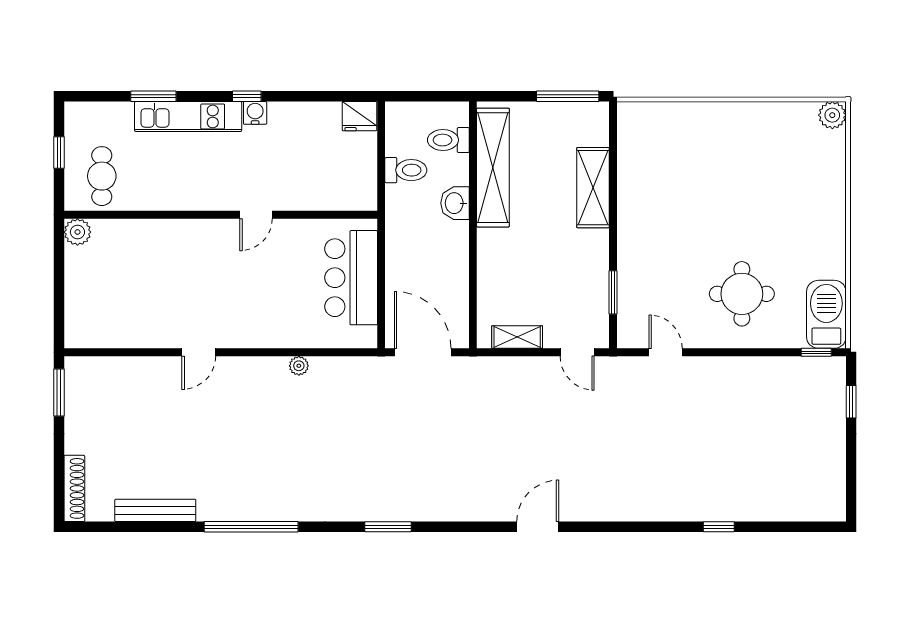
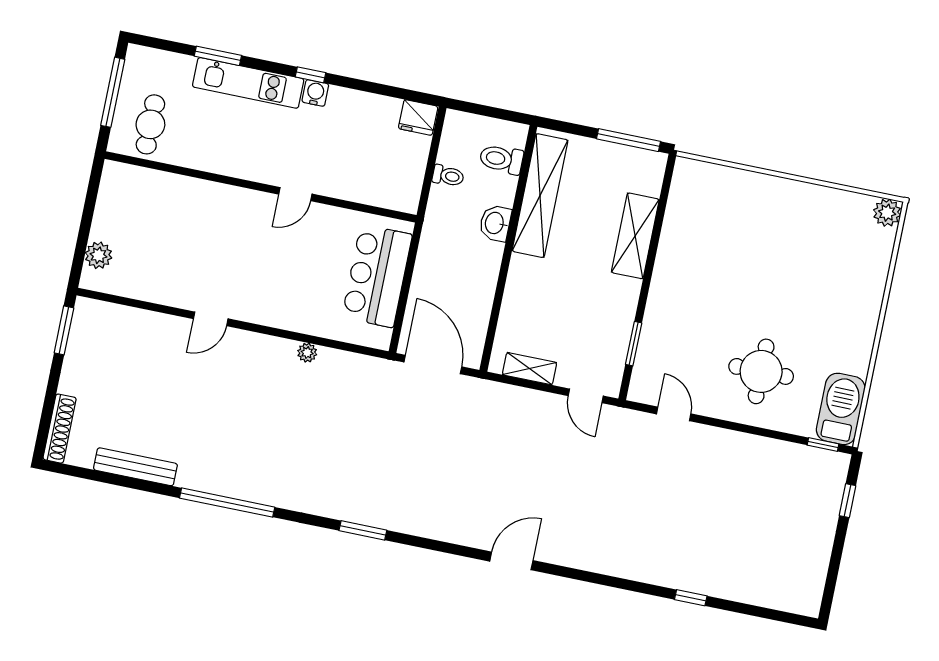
window: (59, 153) -> (113, 92), width x2.17
toilet: (406, 170) -> (448, 176), width x0.73, depth x0.72
plant: (77, 232) -> (98, 255), moved

